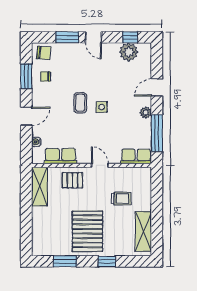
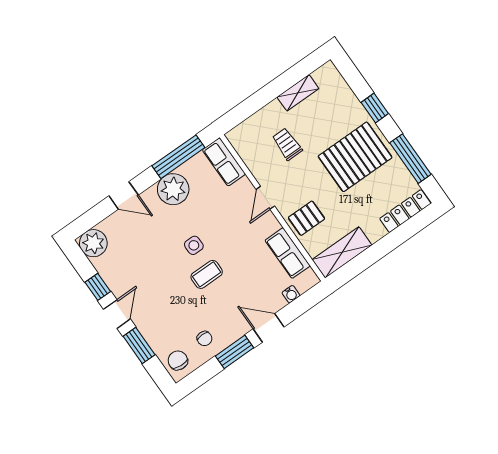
window: (130, 37) -> (98, 287), moved
plant: (129, 52) -> (93, 243), moved
window: (26, 76) -> (235, 352), moved
plant: (146, 113) -> (173, 189), width x1.88, depth x1.88
pallet: (72, 180) -> (307, 218), turned 90
shelving: (143, 231) -> (298, 93), width x0.67, depth x0.75
locker: (38, 238) -> (405, 211), added
window: (65, 261) -> (410, 159), width x1.44

